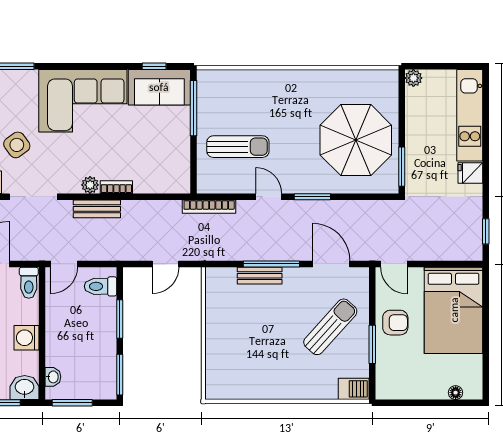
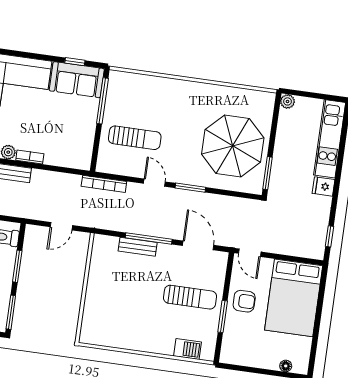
sun lounger: (330, 327) -> (190, 297), turned 48
barbecue: (354, 389) -> (188, 349), moved

